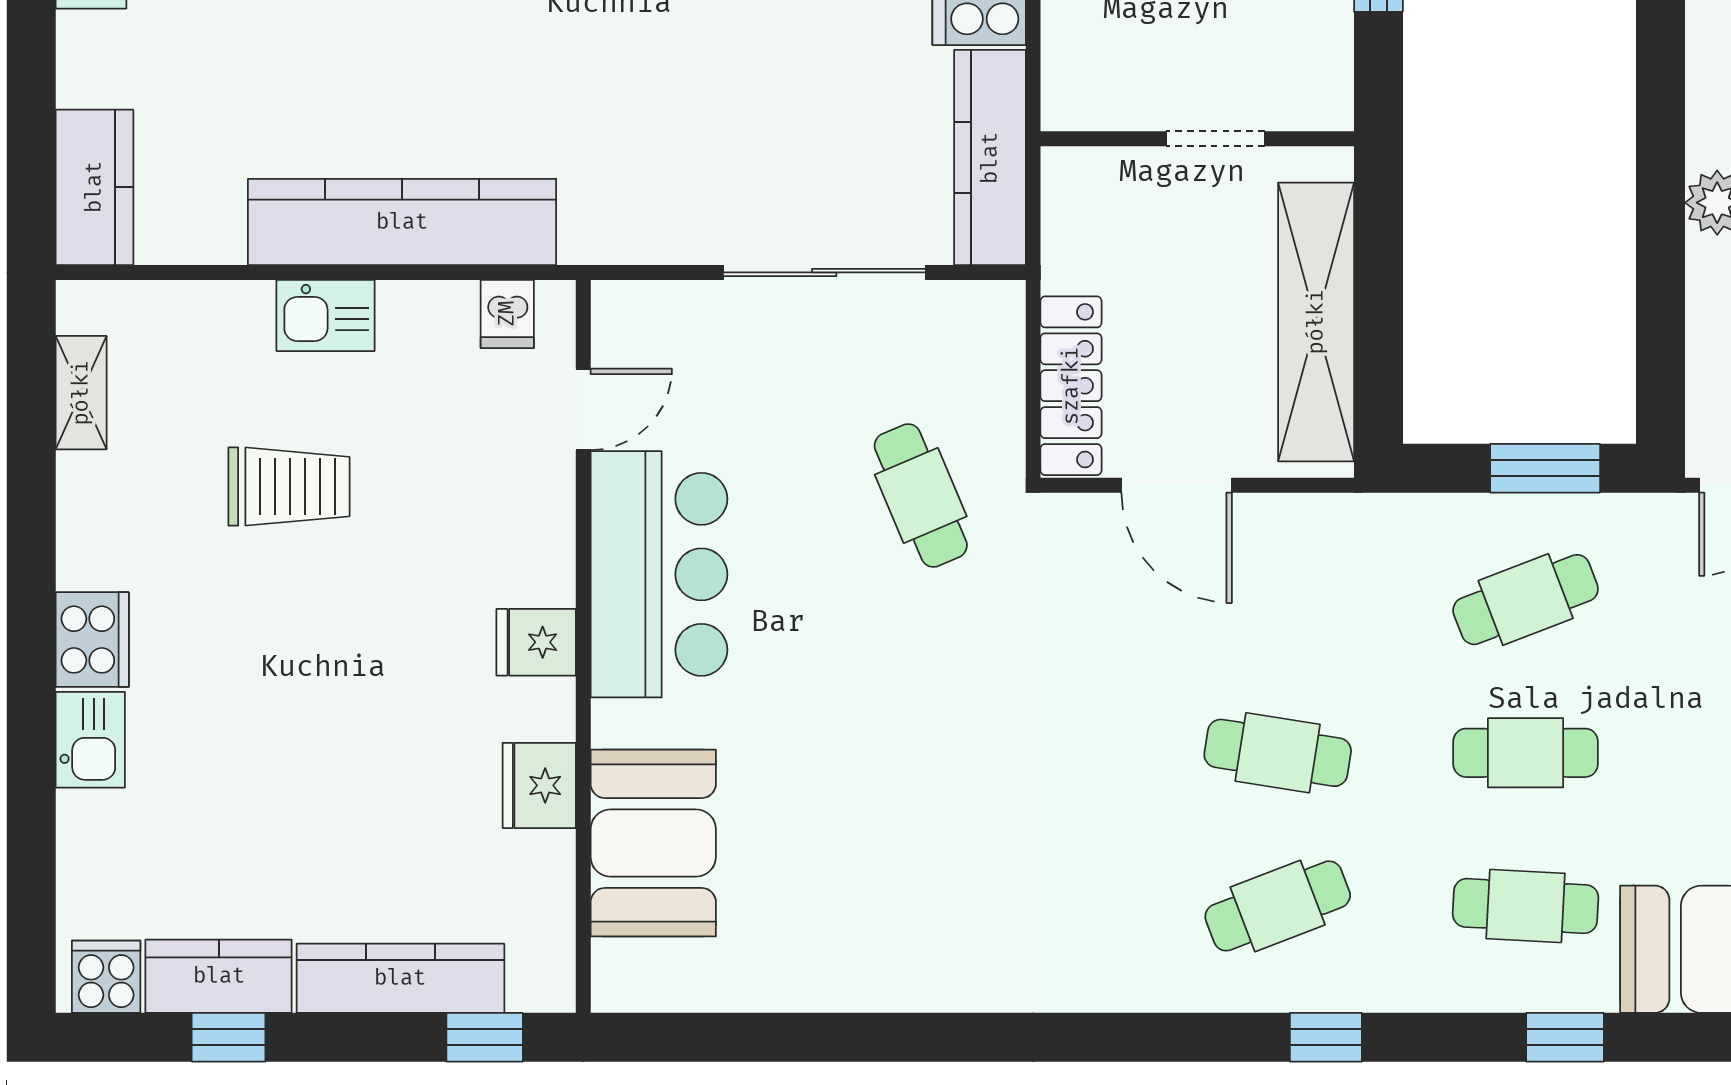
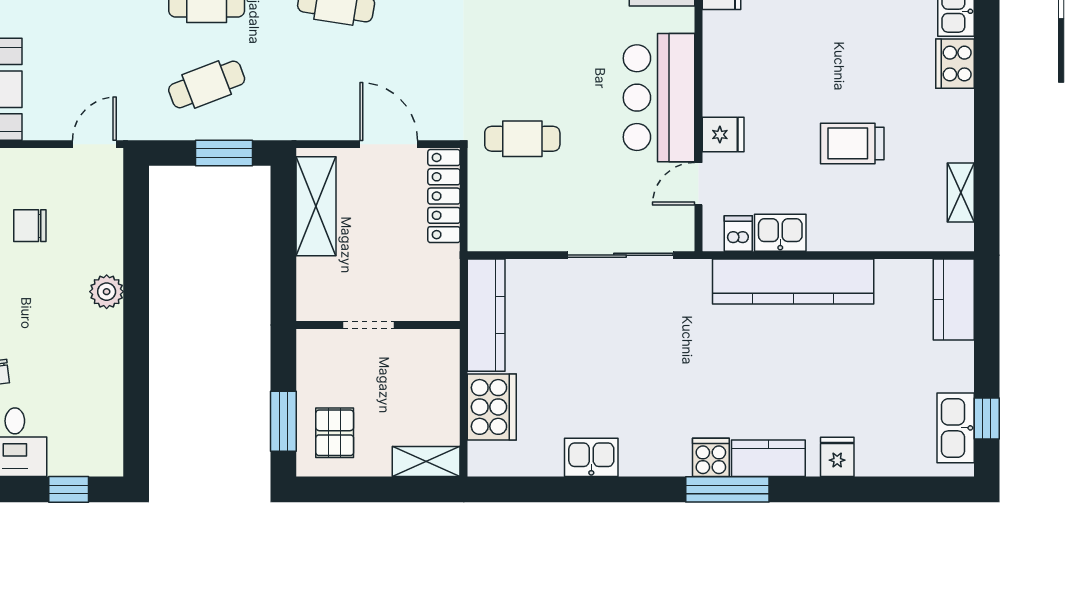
sliding door: (824, 272) -> (620, 255), moved
kitchen sink: (326, 315) -> (780, 233), moved
shelving: (1316, 322) -> (316, 206), width x0.68
window: (1545, 468) -> (224, 153), moved
cafe table: (921, 495) -> (522, 139), turned -67
fridge: (536, 642) -> (723, 135), moved

